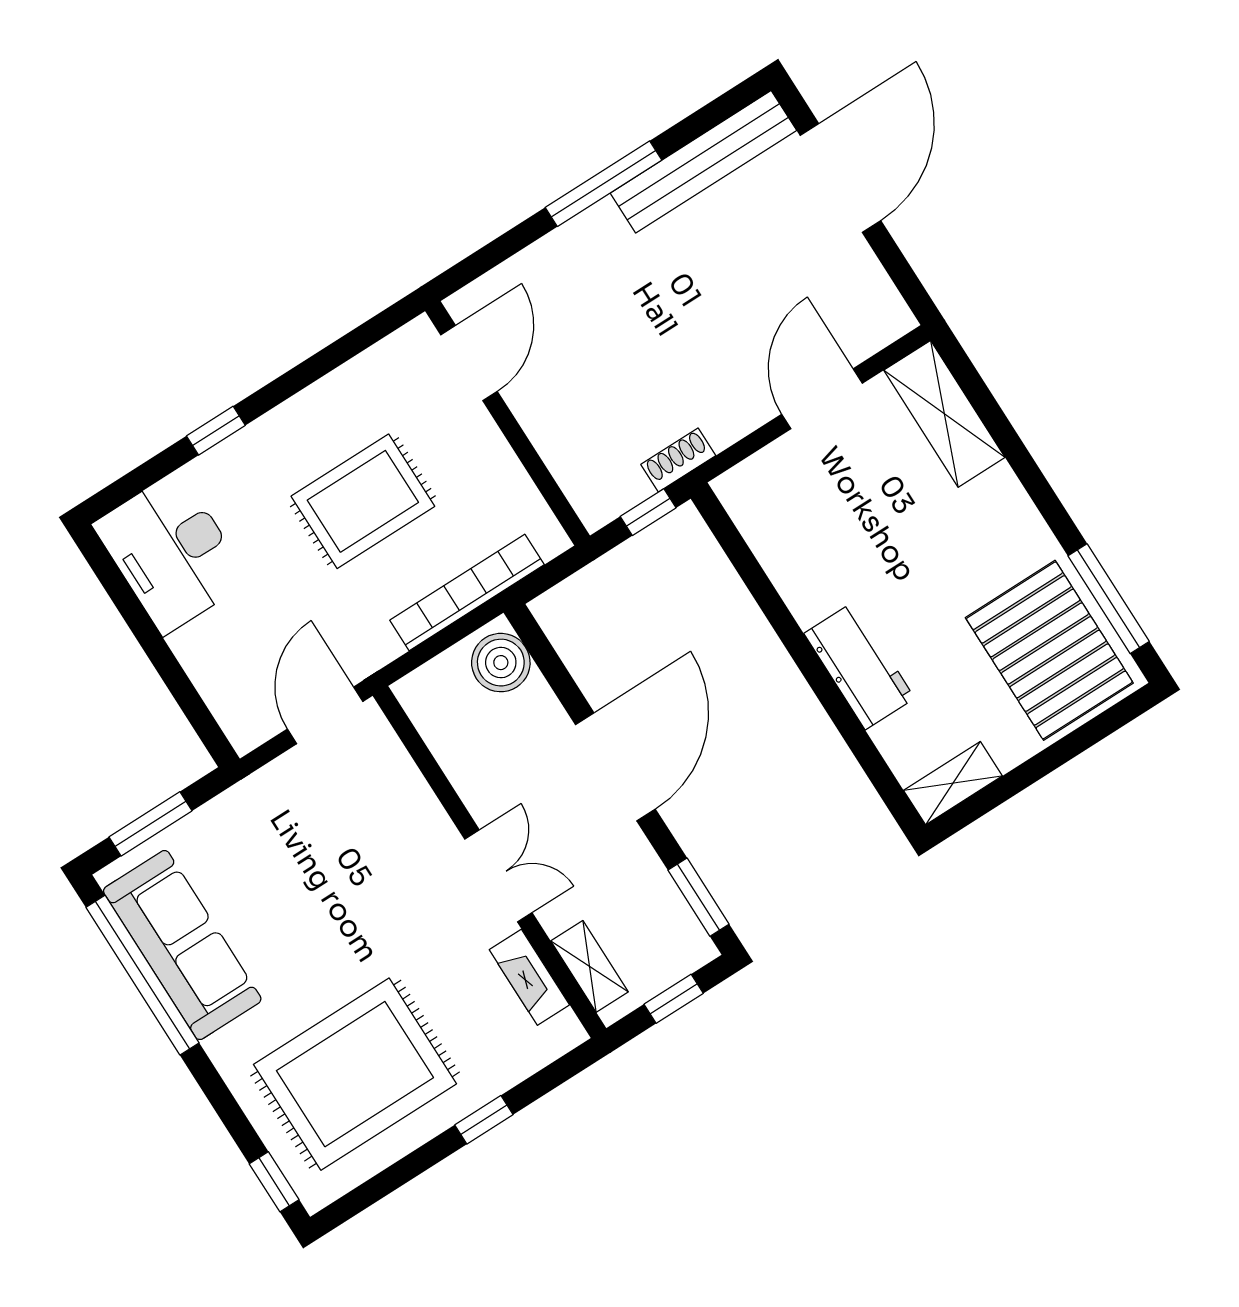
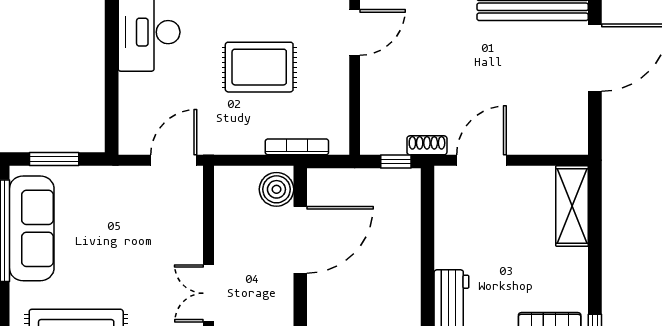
door: (822, 399) -> (481, 160), moved
bookcase: (467, 592) -> (297, 147), width x0.68, depth x0.76
door: (615, 767) -> (300, 240), moved
double door: (498, 876) -> (209, 293), swing flipped

